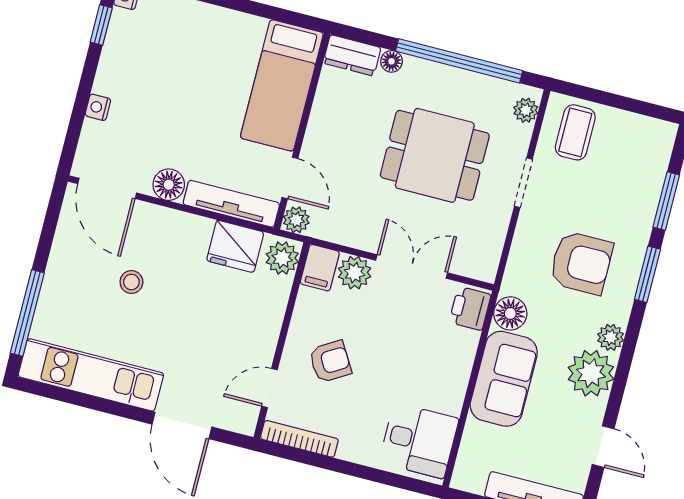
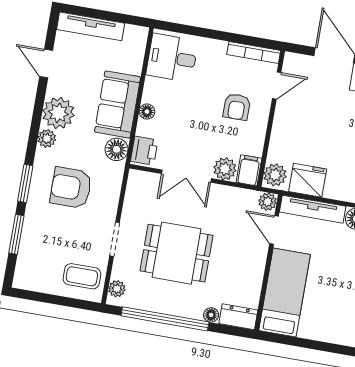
coffee table: (575, 132) -> (82, 276), turned 90
armchair: (330, 362) -> (237, 107), turned -59
floor lamp: (462, 365) -> (147, 112), added

